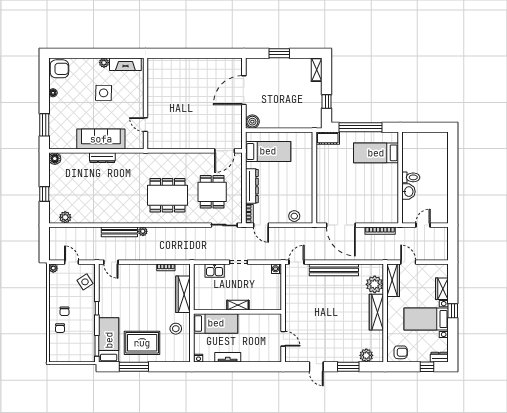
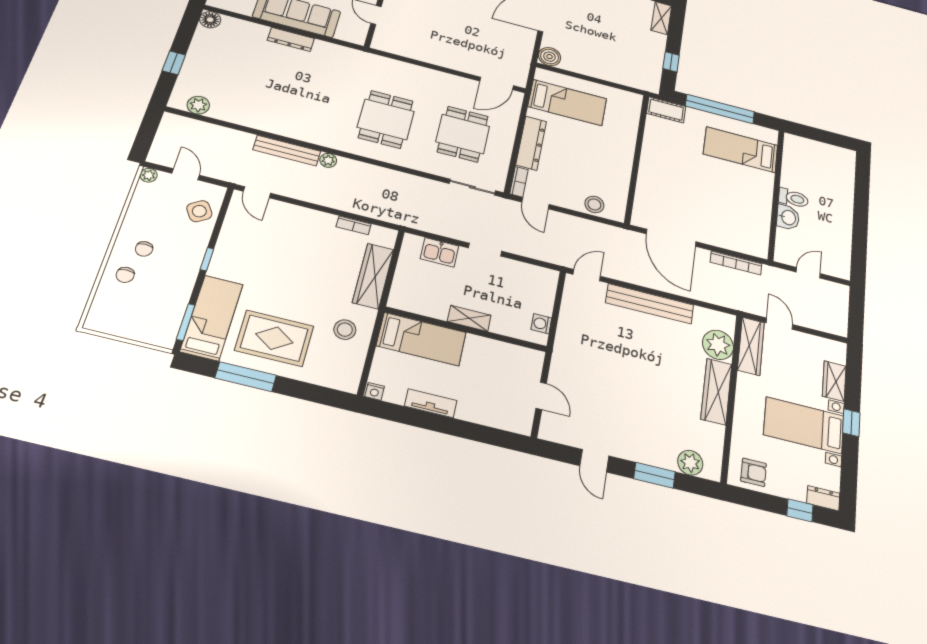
dining table: (167, 195) -> (386, 119), width x0.73
washing machine: (277, 269) -> (541, 324), moved

